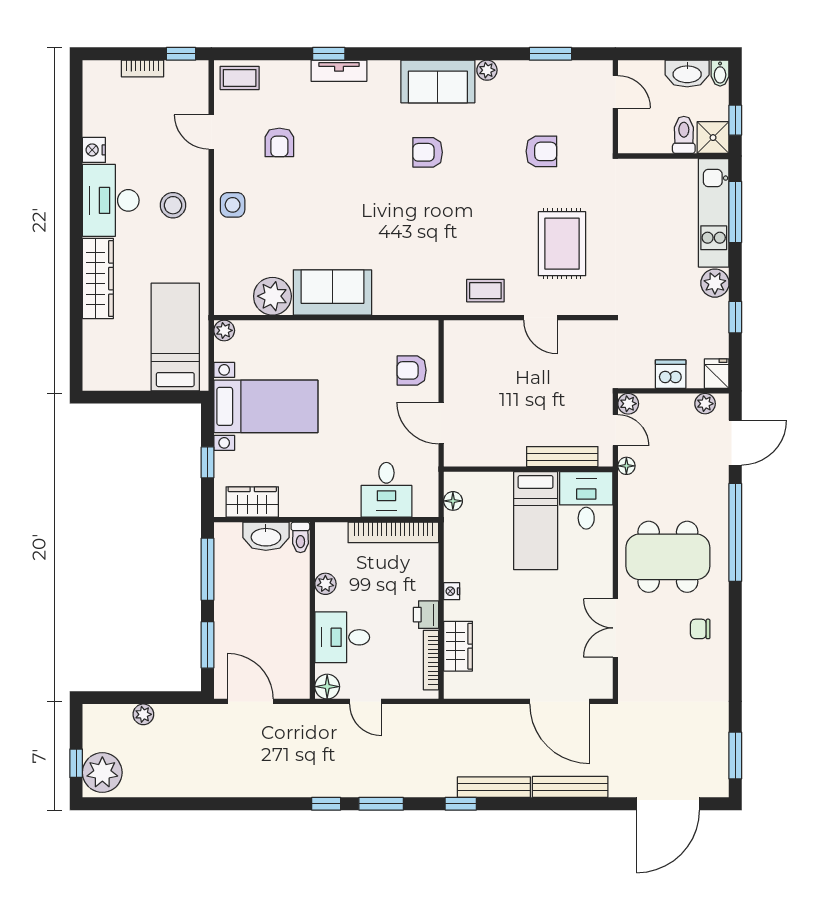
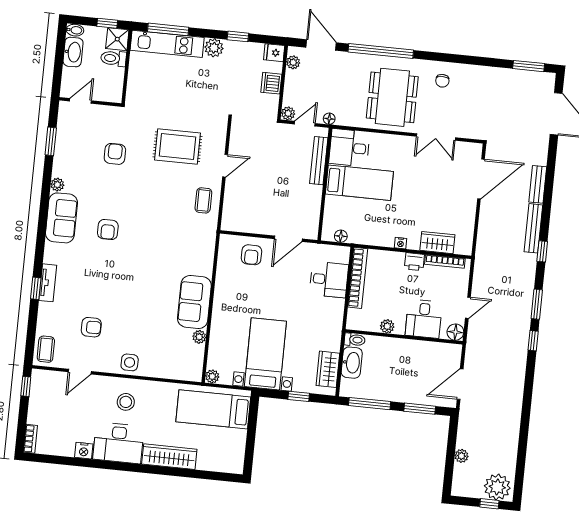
bookcase: (143, 68) -> (30, 439), moved
plant: (272, 296) -> (199, 337), width x0.53, depth x0.53
bench: (570, 787) -> (538, 184), width x0.73

